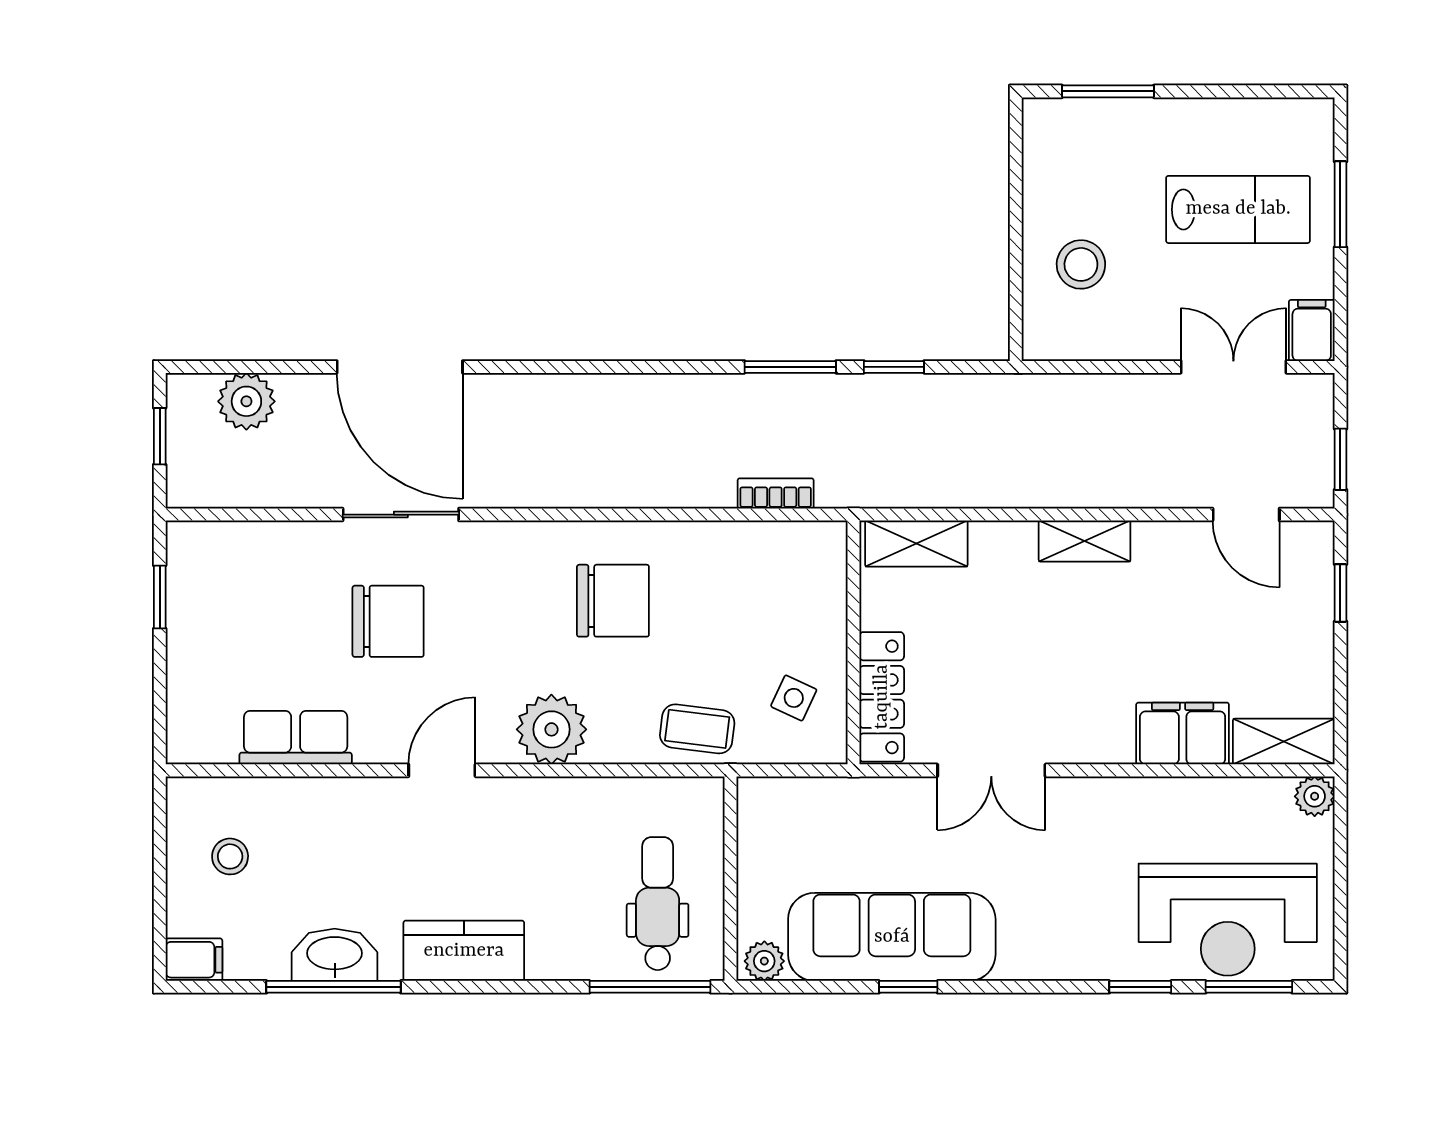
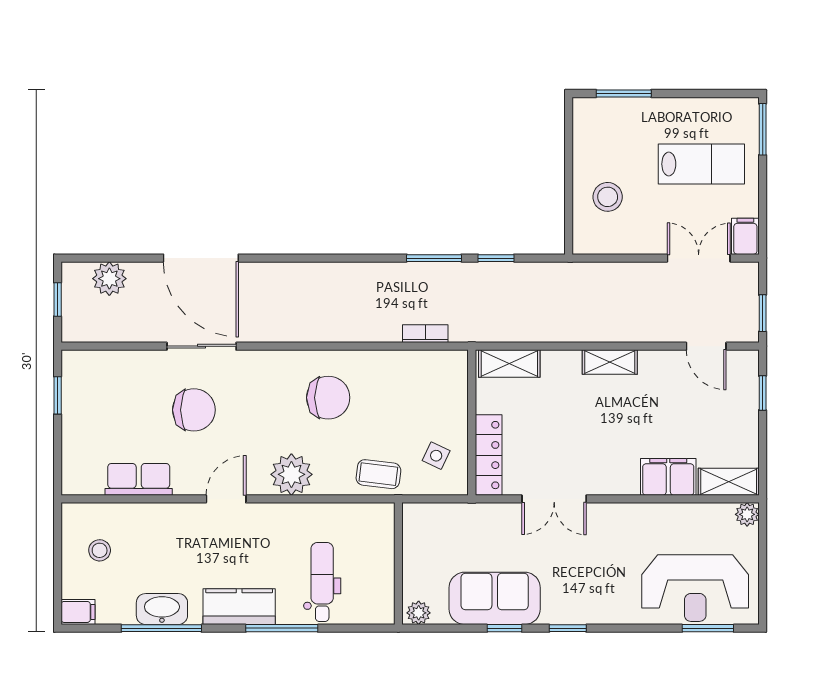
window: (1340, 204) -> (763, 129), moved
dental chair: (658, 904) -> (322, 582), moved
sofa: (892, 937) -> (495, 598), width x0.73
window: (650, 987) -> (282, 628), moved
window: (1140, 987) -> (568, 628), moved

